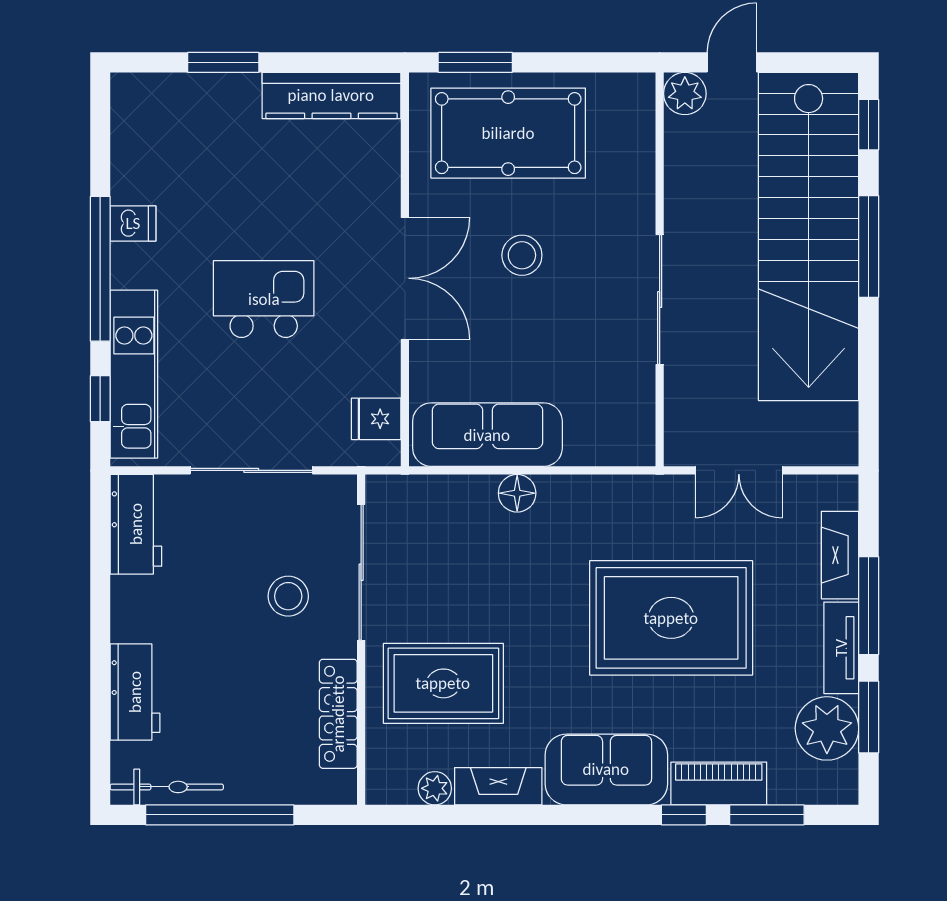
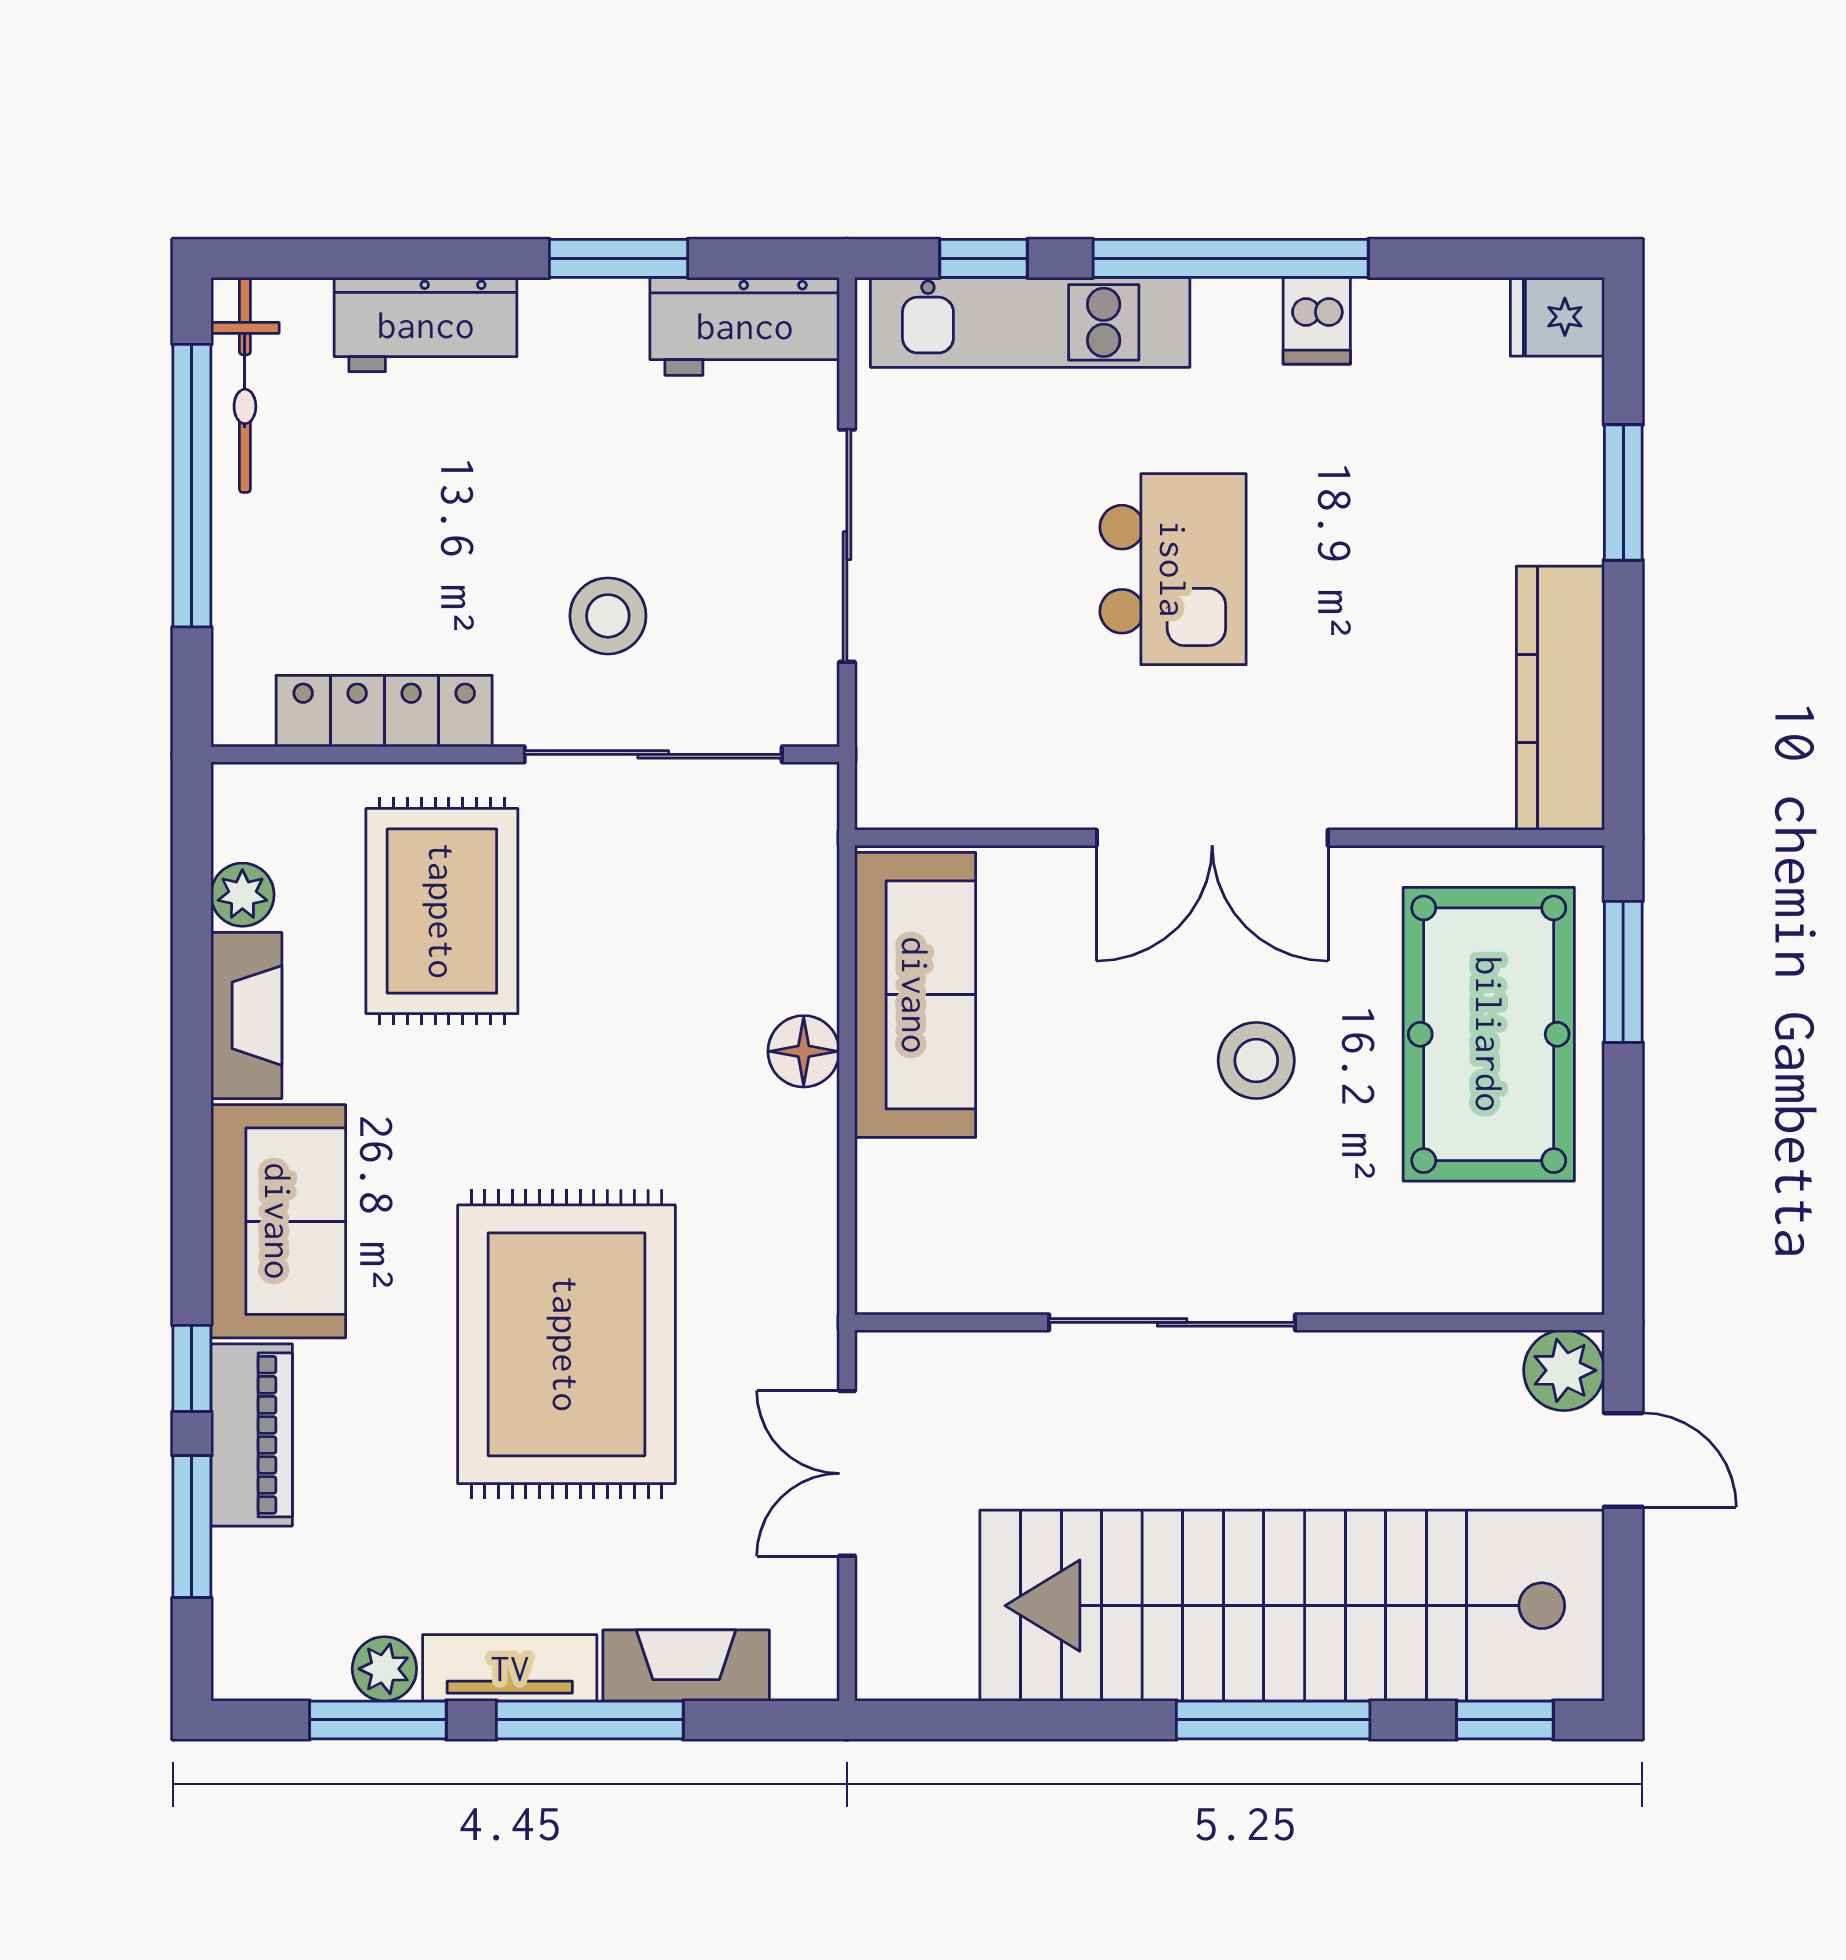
fridge: (376, 419) -> (1557, 317), moved, turned -90
window: (100, 591) -> (619, 258), added
plant: (827, 728) -> (384, 1669), width x0.53, depth x0.53

